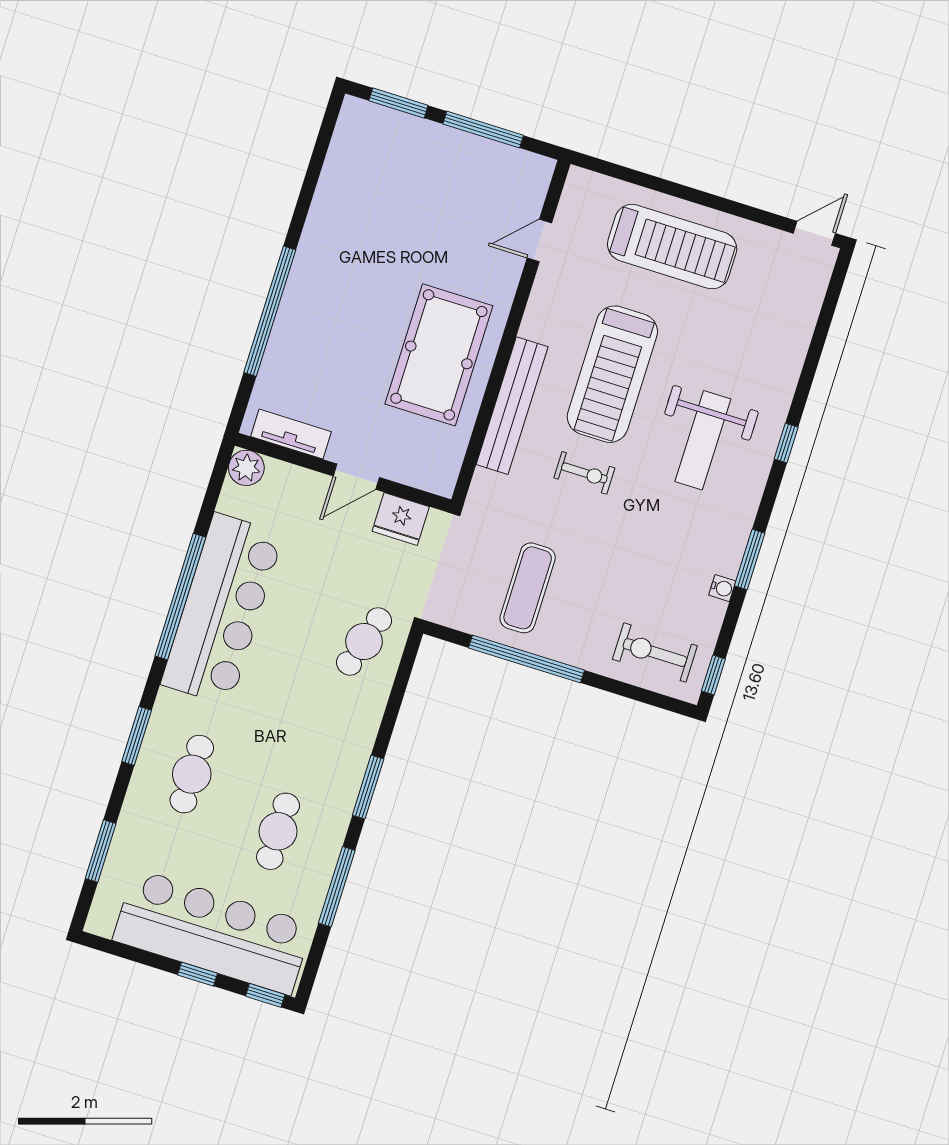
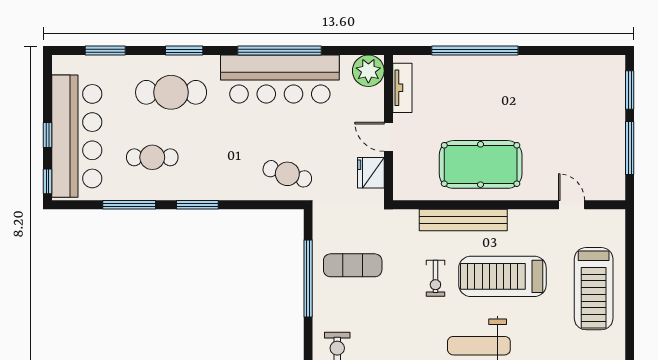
plant: (246, 468) -> (368, 71), width x1.36, depth x1.36
cafe table: (192, 774) -> (171, 92), width x1.37, depth x1.35

